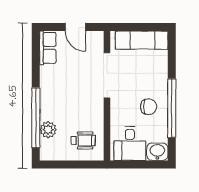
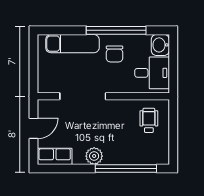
exam couch: (142, 40) -> (72, 44), moved, turned 90
chair: (149, 107) -> (115, 54), turned 180
plant: (48, 130) -> (94, 156), moved

